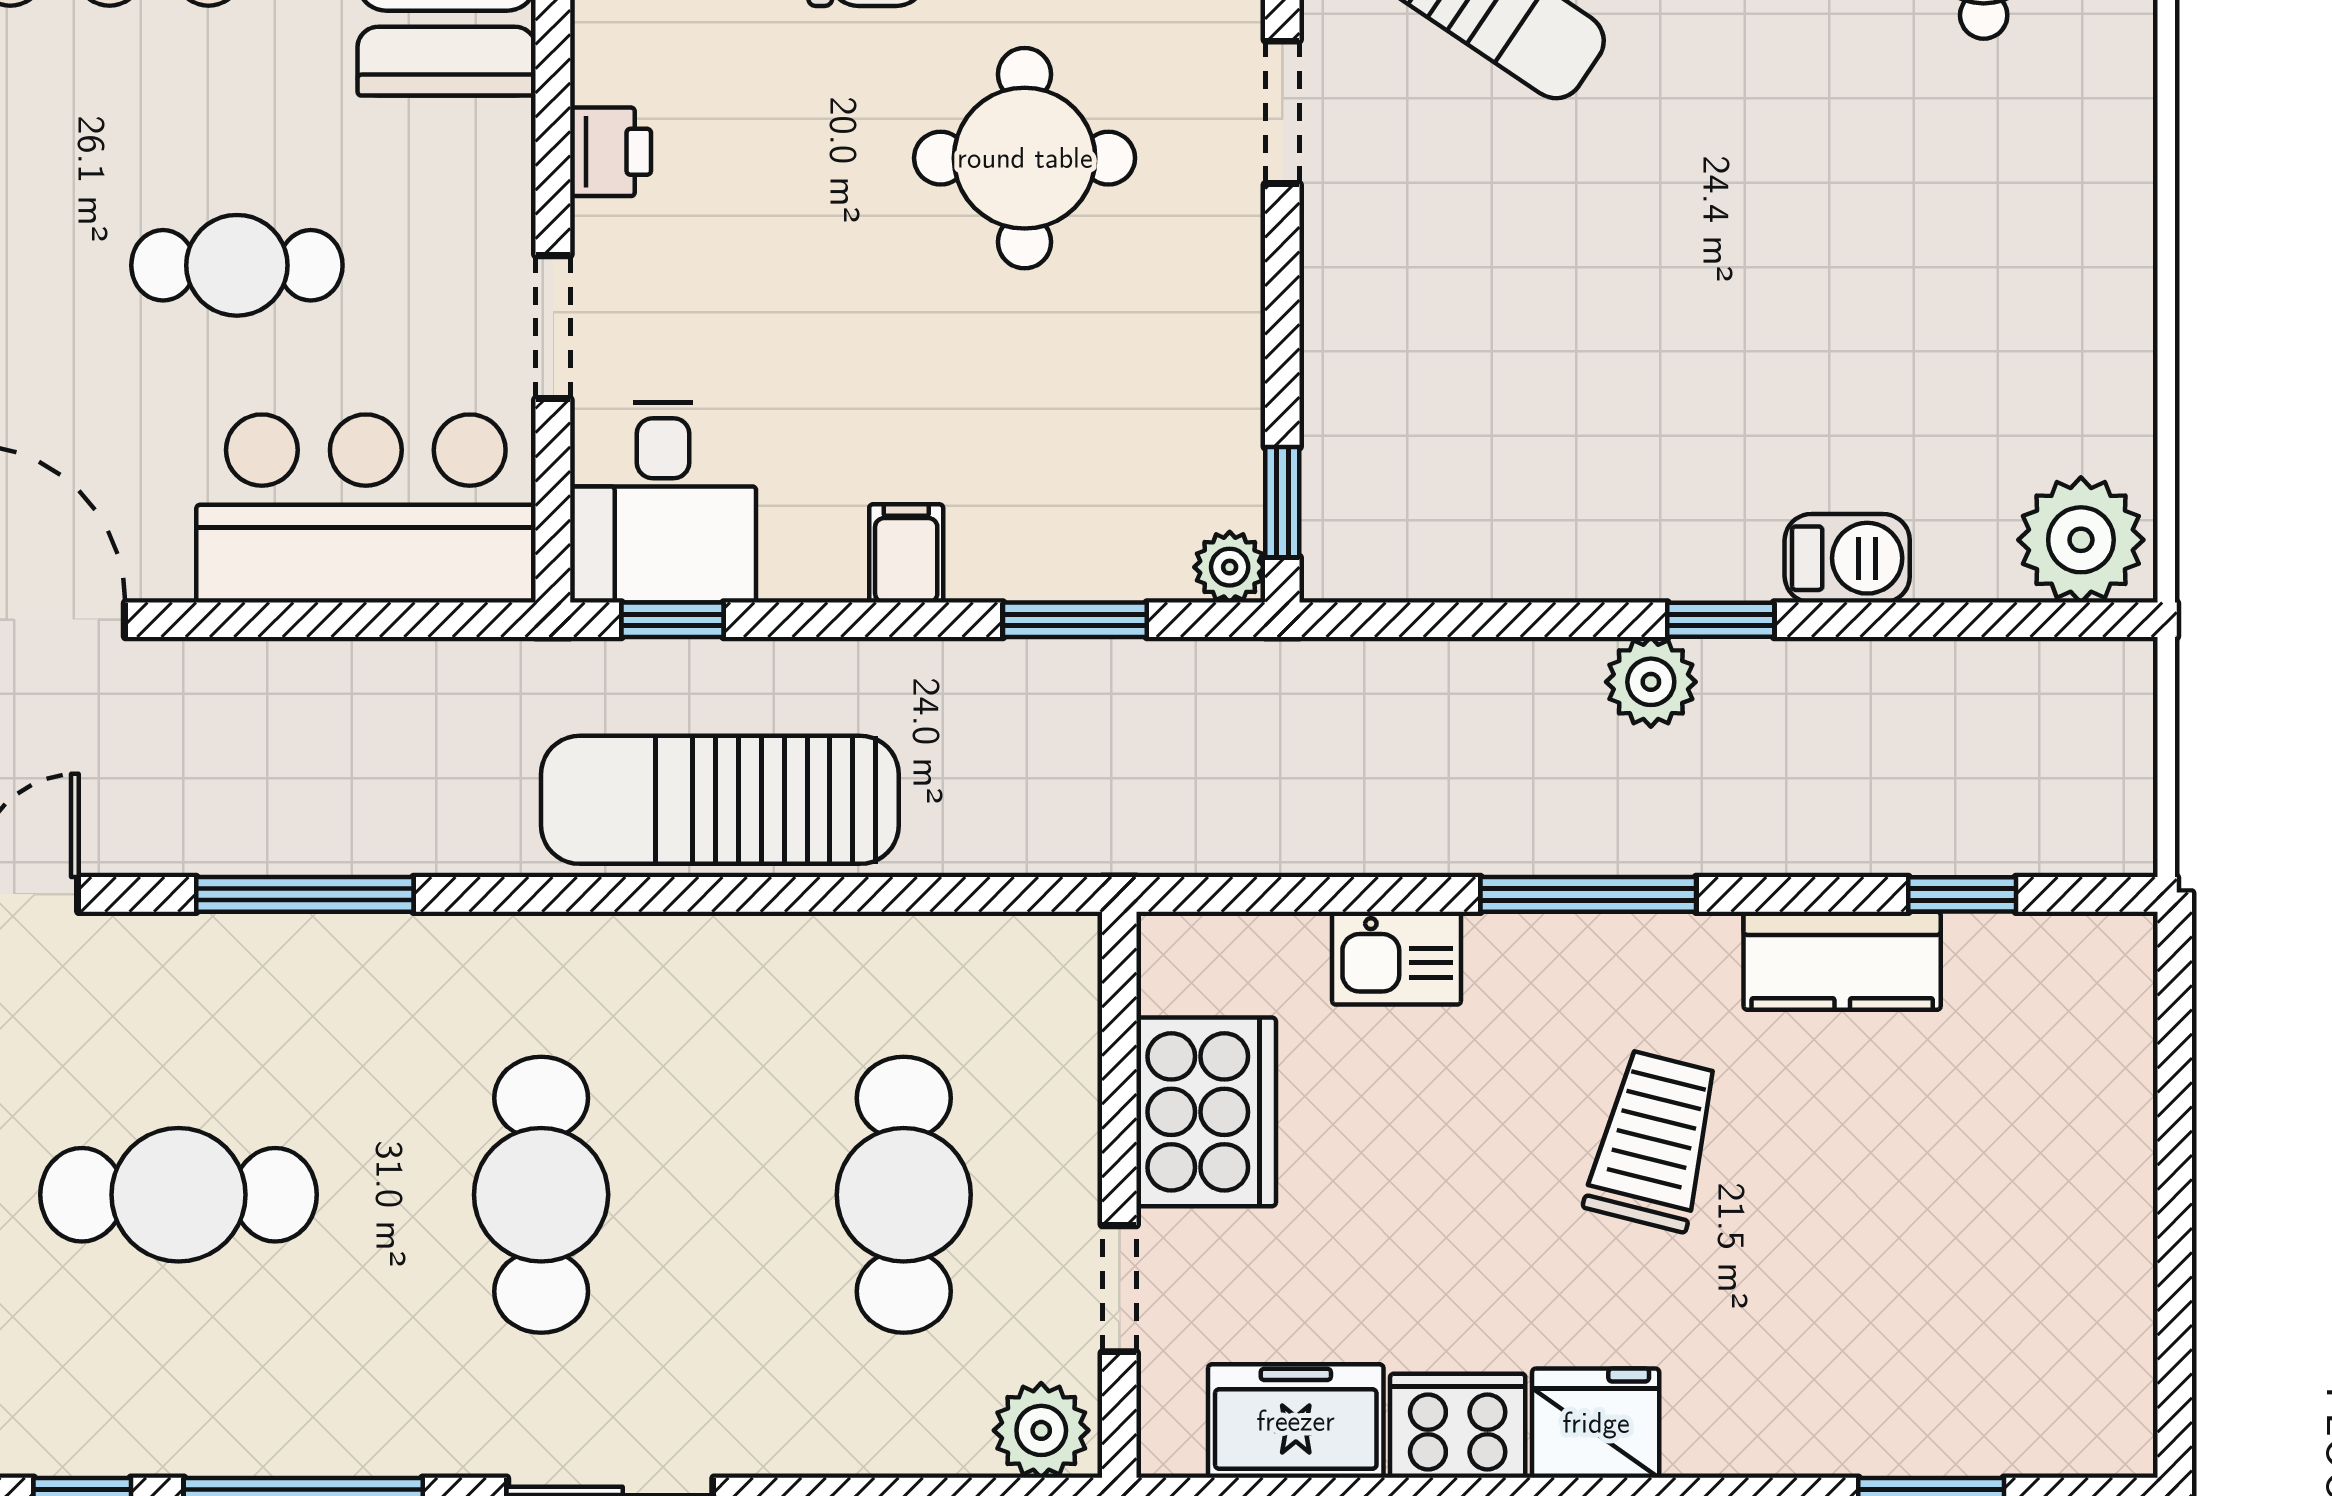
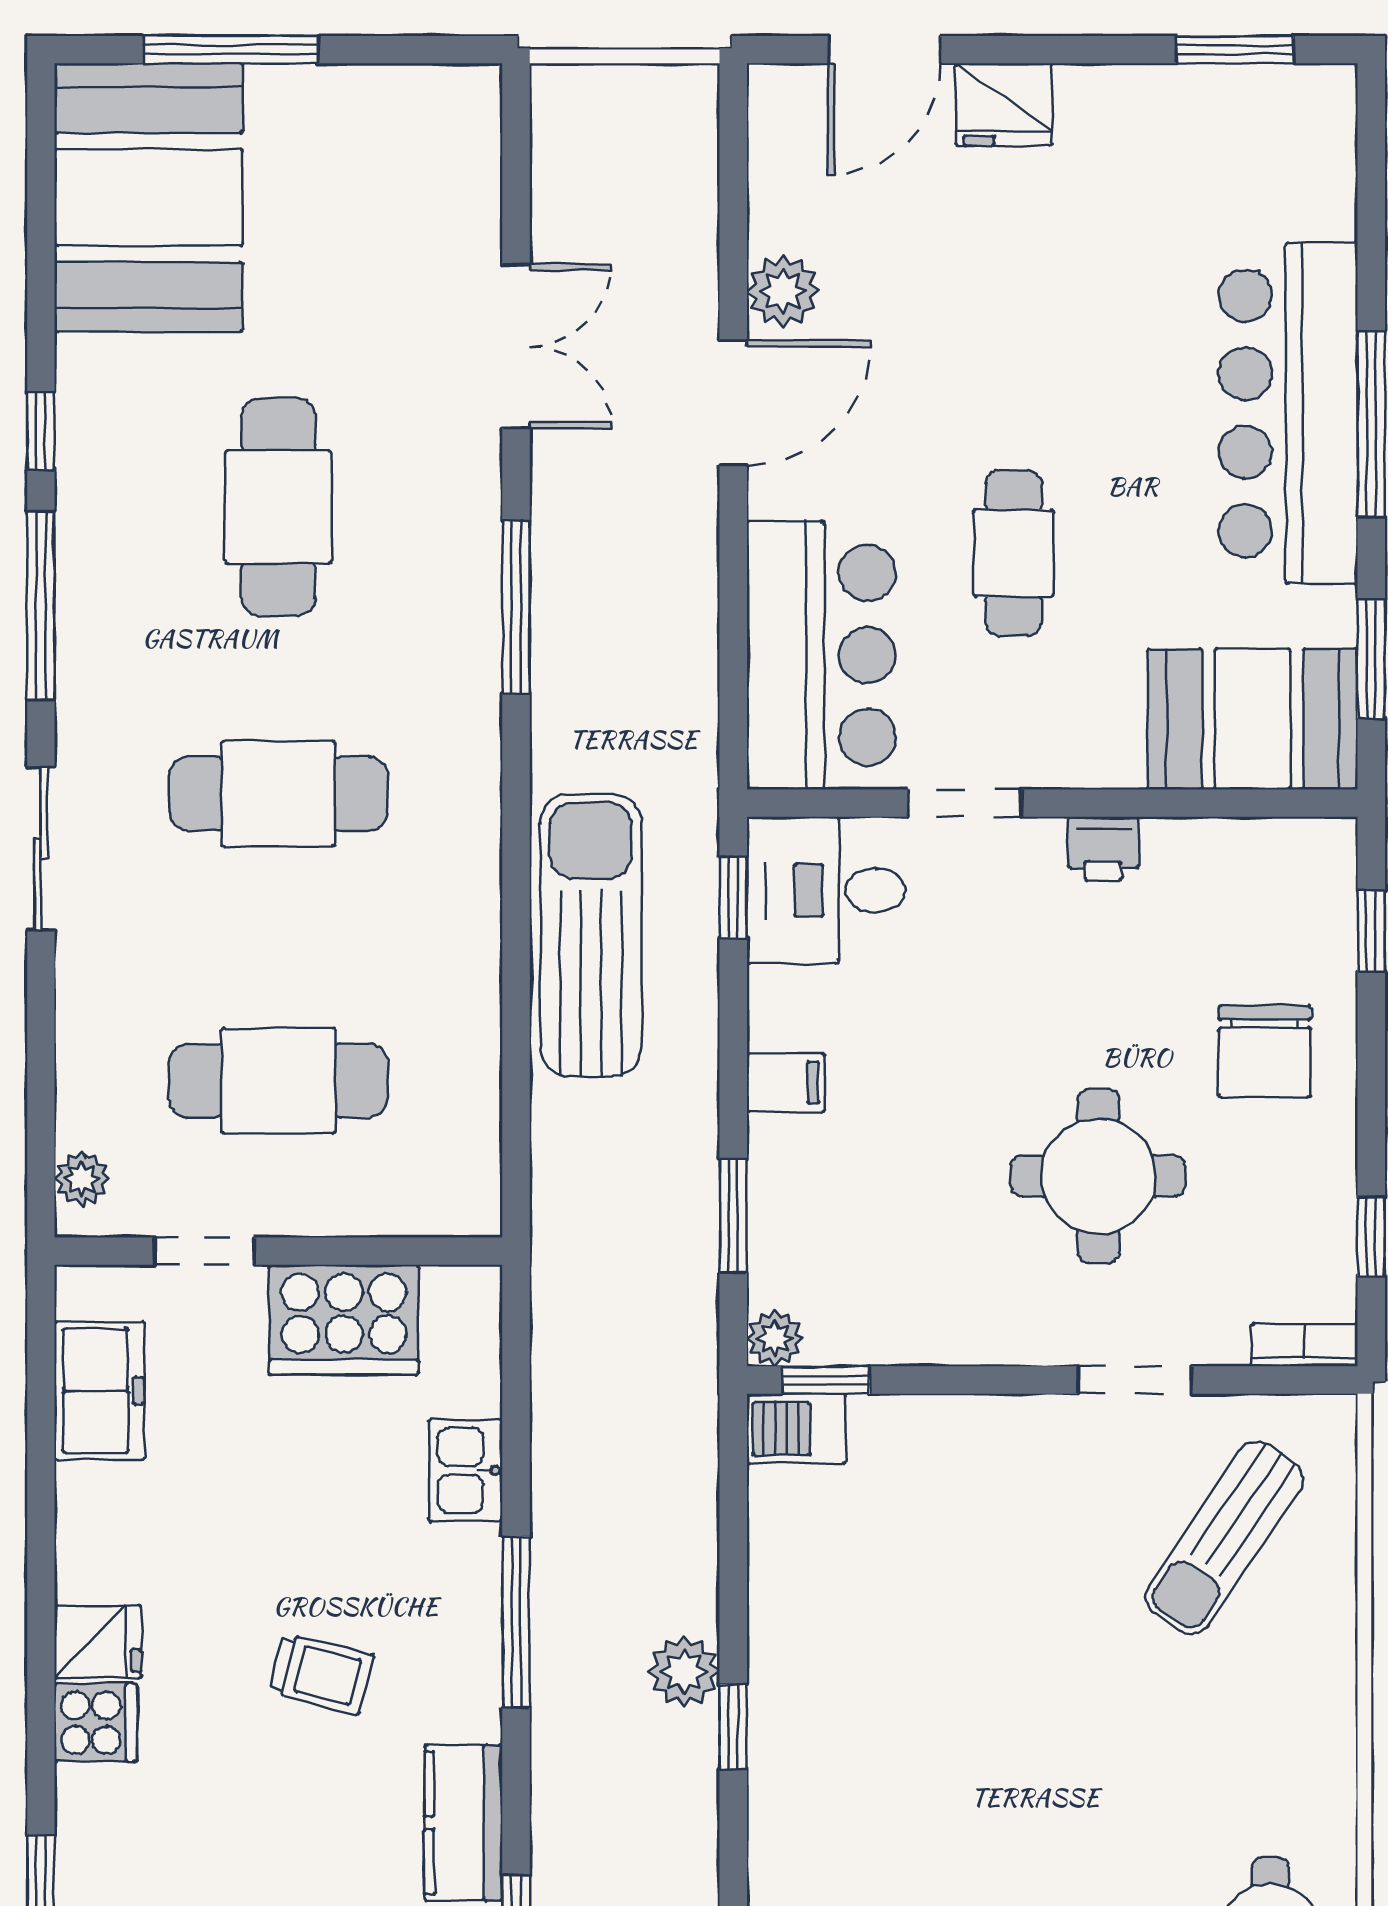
barbecue: (1847, 558) -> (796, 1429), moved, turned 90
trolley: (1654, 1141) -> (321, 1674), width x0.73, depth x0.72
fridge: (1596, 1423) -> (98, 1642), width x0.72
cooker: (1458, 1426) -> (96, 1723), moved, width x0.73
plant: (1041, 1430) -> (82, 1179), width x0.73, depth x0.73

